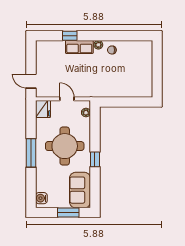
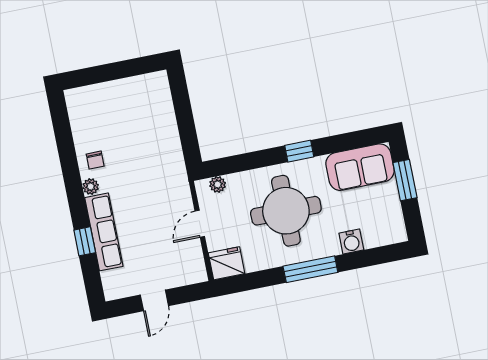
row of seats: (79, 47) -> (104, 232), width x1.48
door: (31, 81) -> (154, 300), moved
water cooler: (41, 198) -> (351, 242), moved

